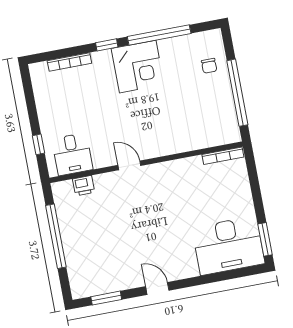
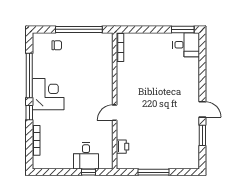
desk: (72, 154) -> (86, 156), moved, turned 90
window: (56, 236) -> (154, 172), width x0.68
desk: (228, 246) -> (186, 45), width x0.53, depth x0.77
door: (157, 288) -> (202, 109), swing flipped
window: (106, 298) -> (202, 135), moved

